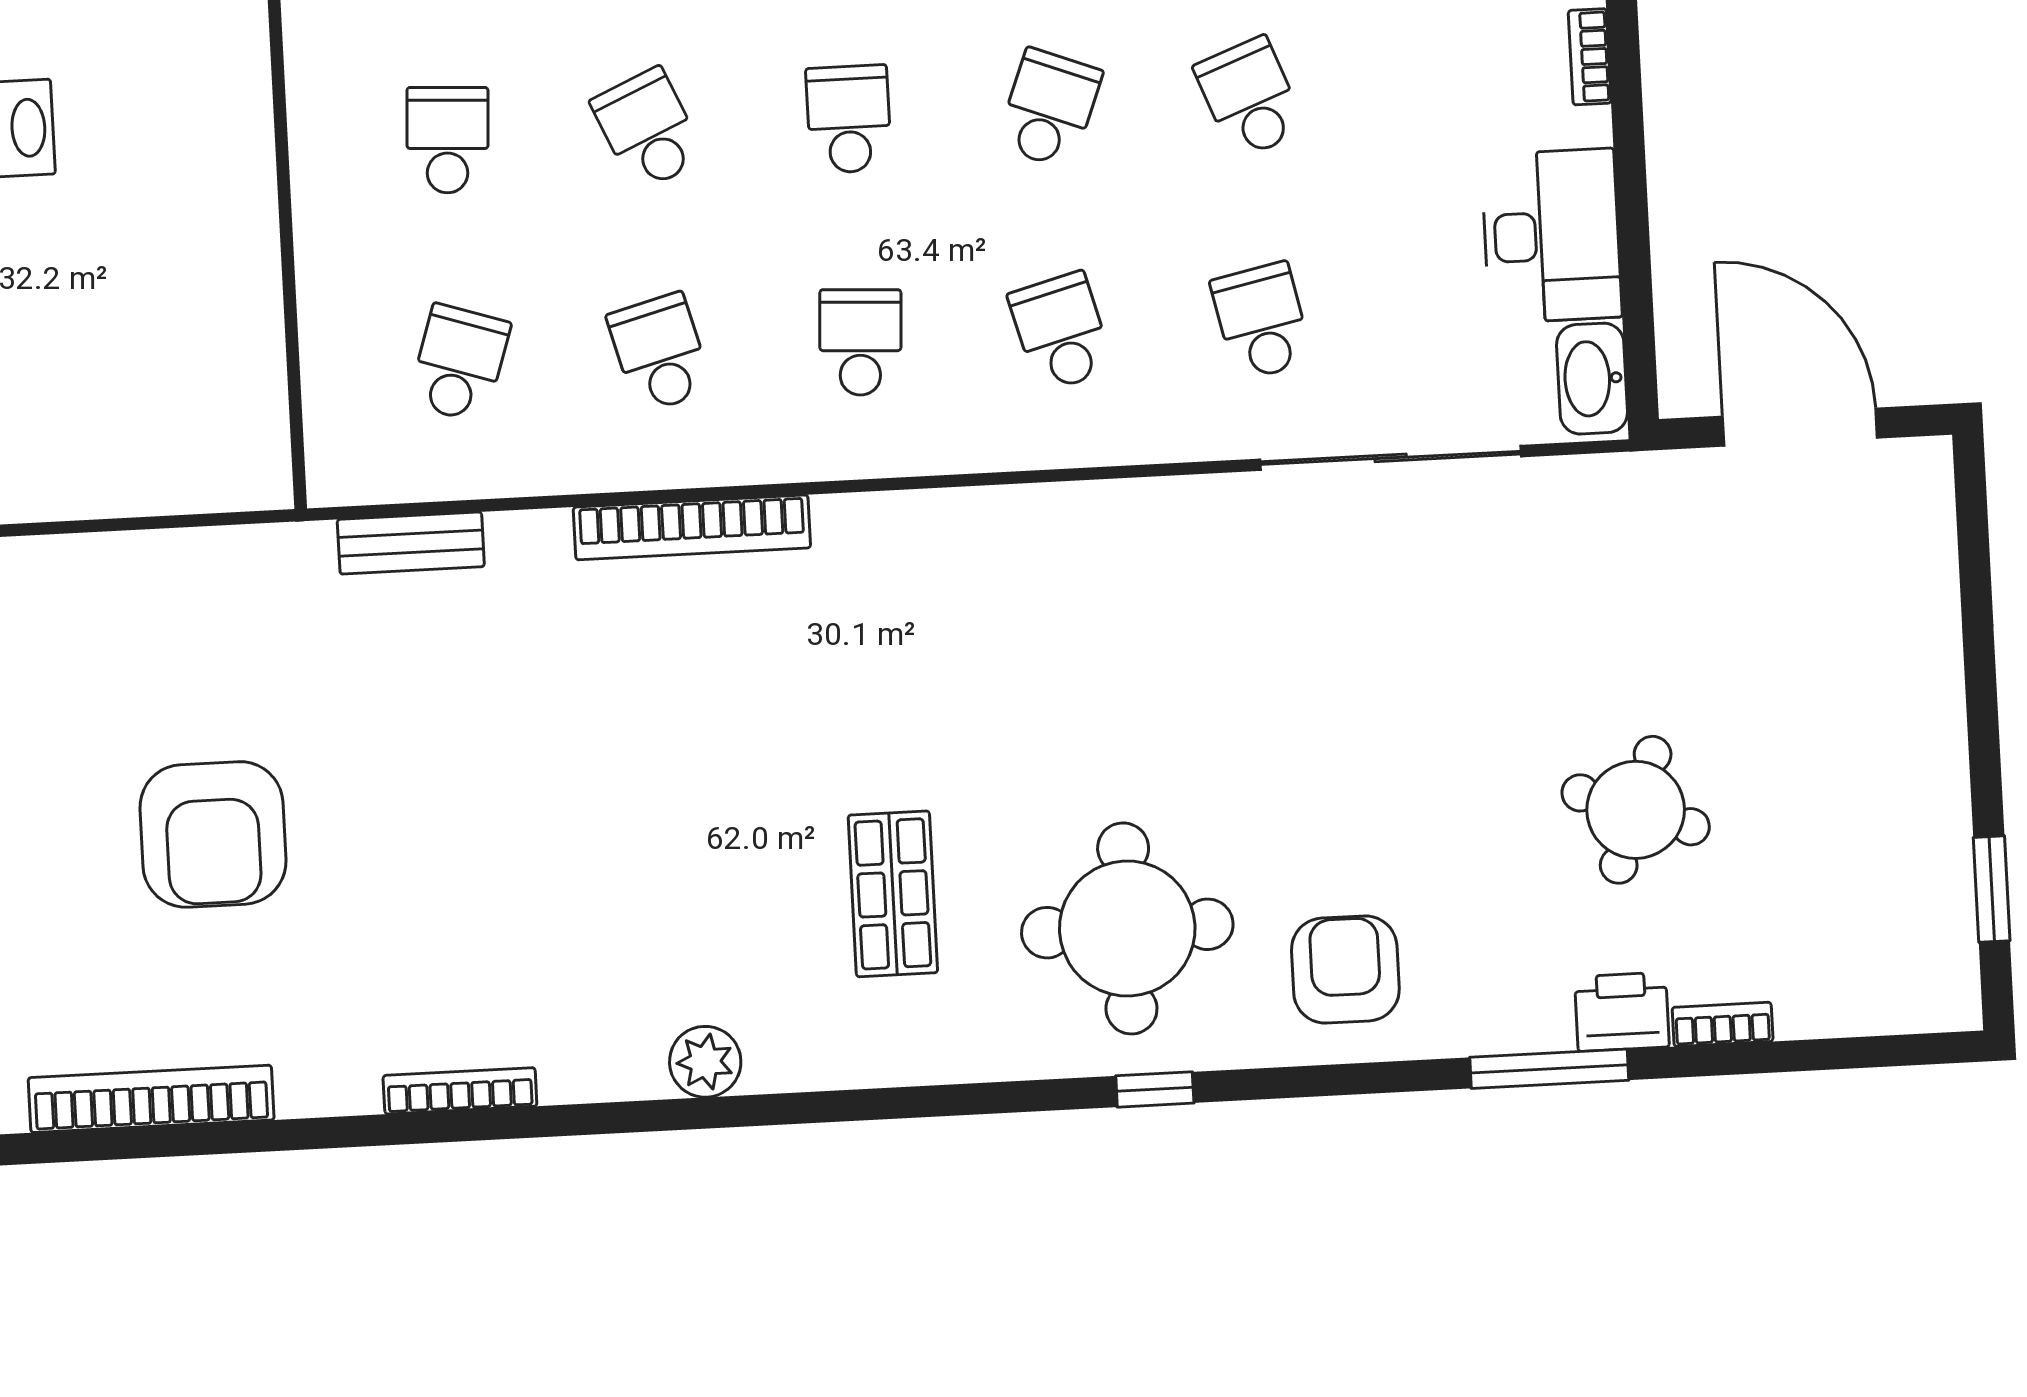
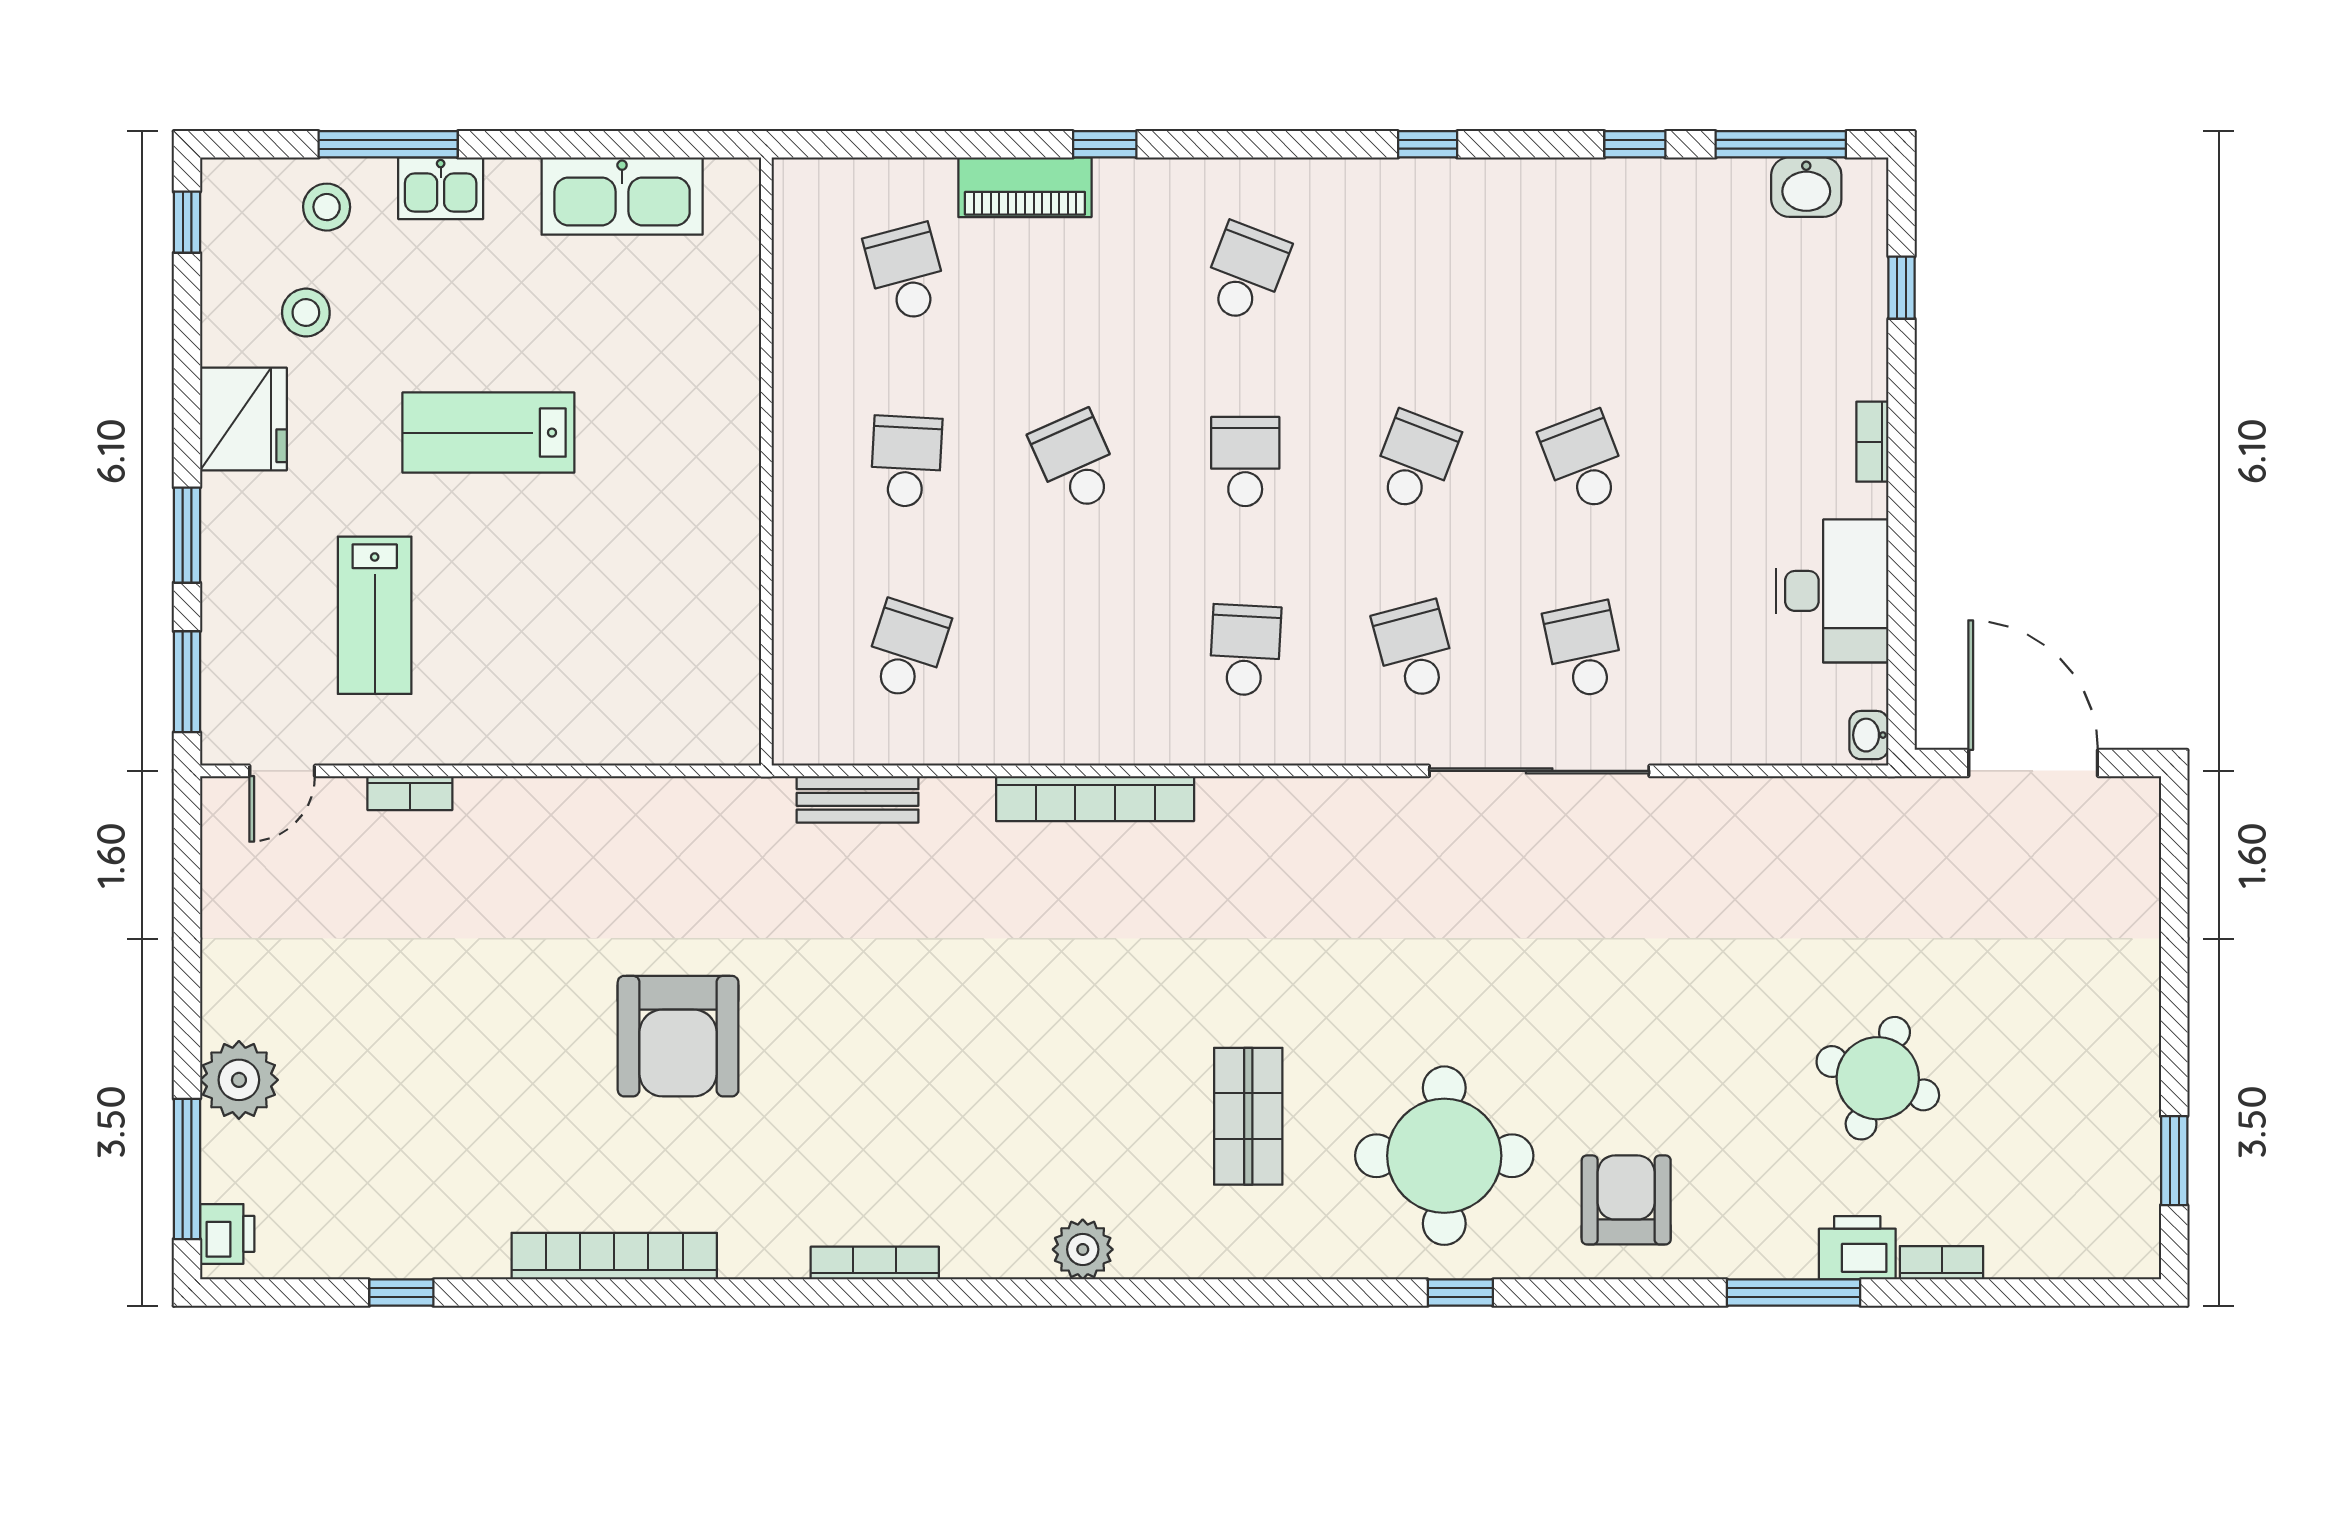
school desk: (660, 353) -> (1076, 650), removed
washbasin: (1592, 379) -> (1869, 735), width x0.52, depth x0.69
sliding door: (1391, 458) -> (1539, 771), moved

